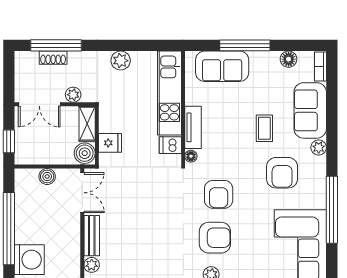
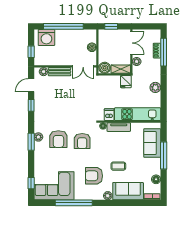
double door: (39, 104) -> (131, 43), swing flipped
fridge: (110, 143) -> (126, 82), moved
armchair: (219, 194) -> (82, 141), turned -90

